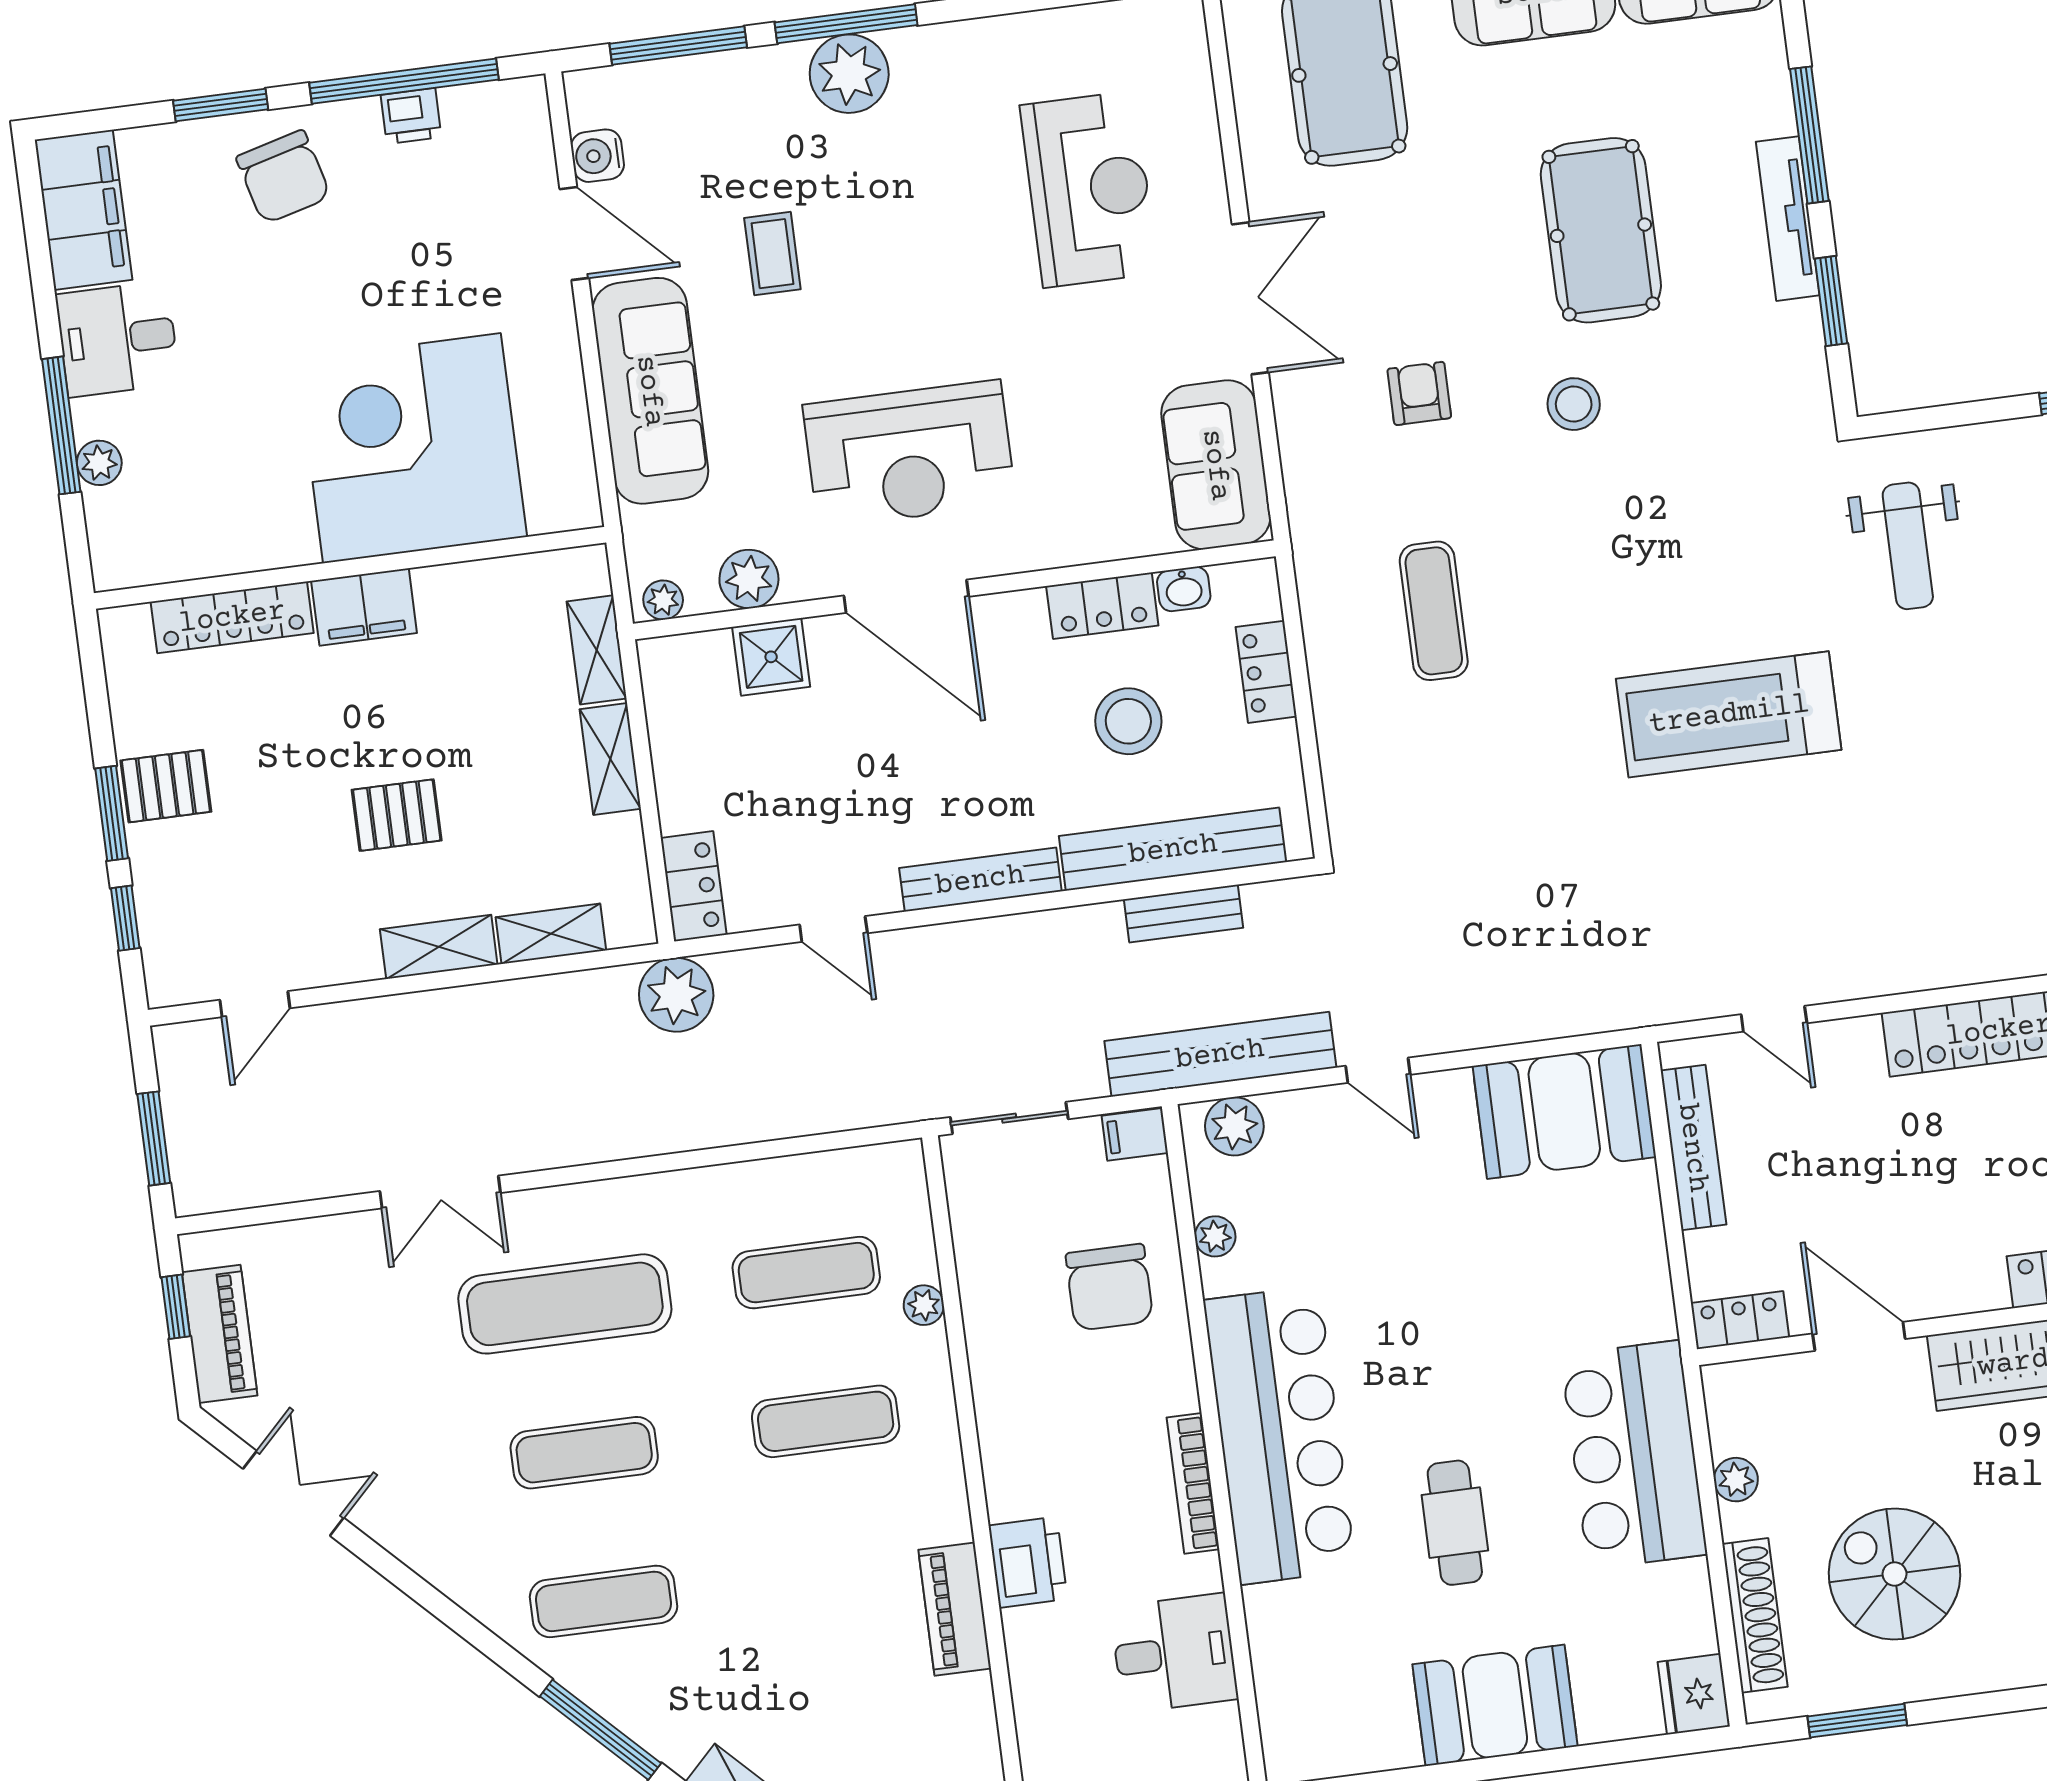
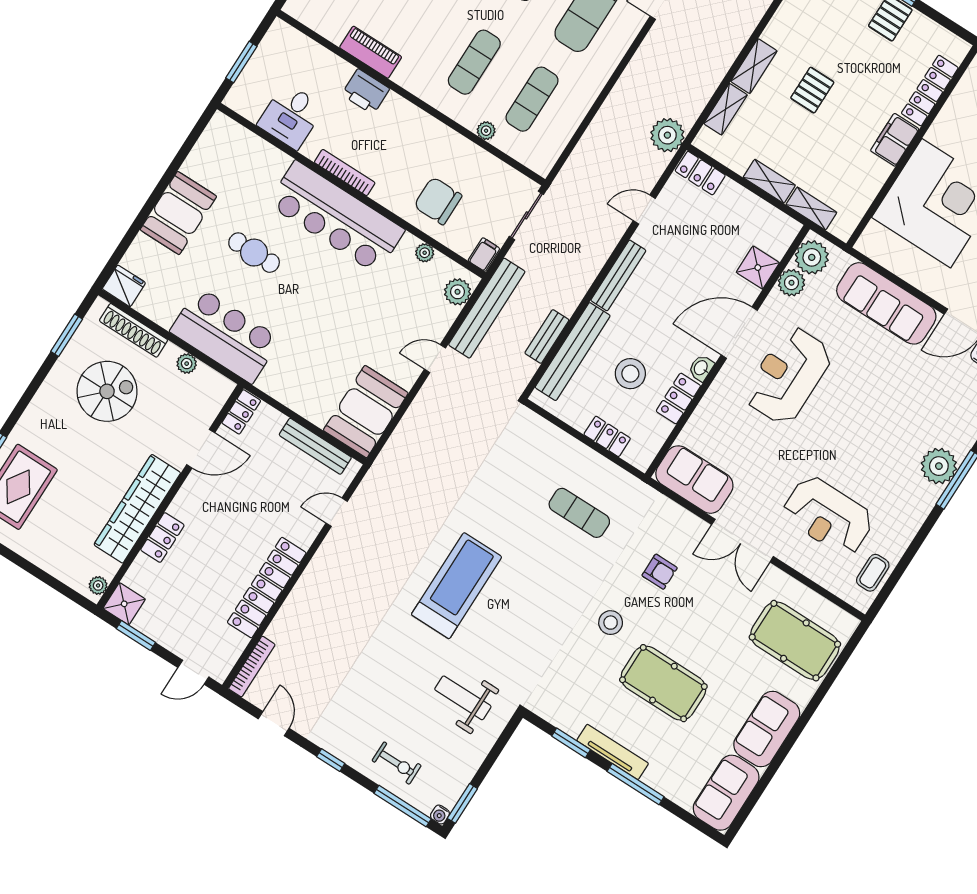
coffee table: (772, 254) -> (873, 573), moved, turned 90
washbasin: (1184, 589) -> (701, 368), moved
plant: (663, 600) -> (812, 257), width x1.88, depth x1.88

